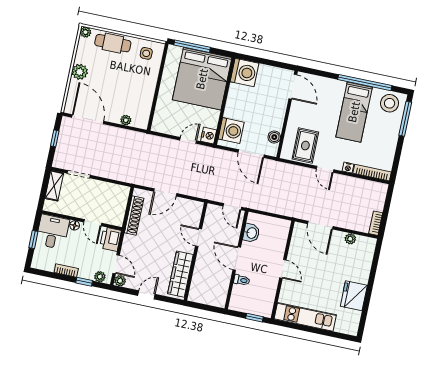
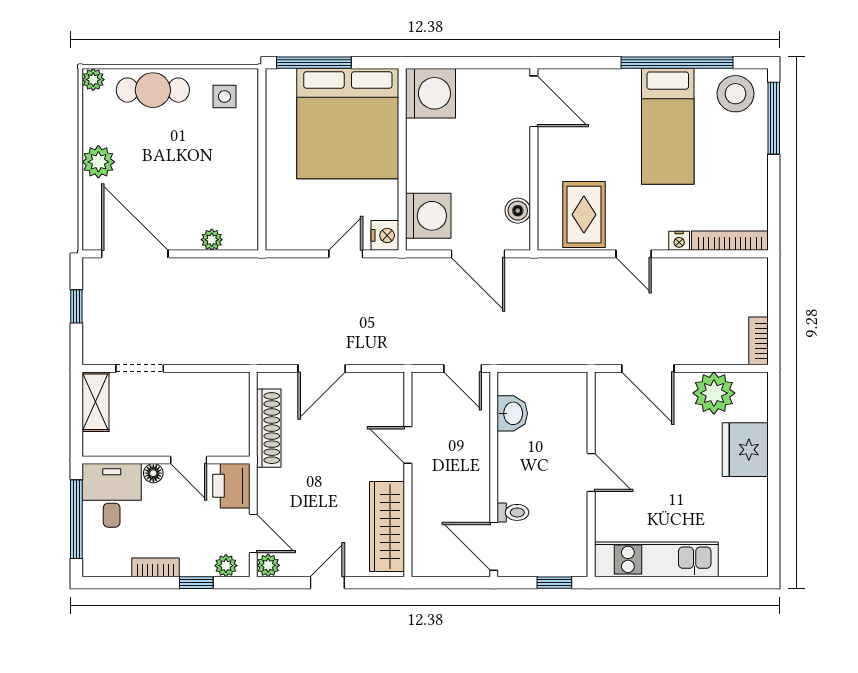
plant: (350, 239) -> (714, 393), width x1.88, depth x1.88
window: (33, 240) -> (76, 519), width x2.17
door: (237, 258) -> (494, 546), moved
fridge: (354, 296) -> (745, 450), moved

